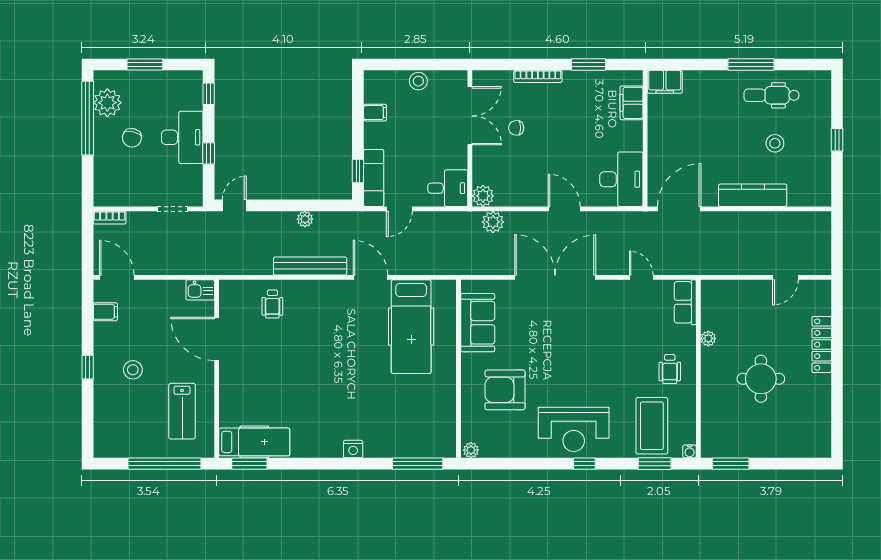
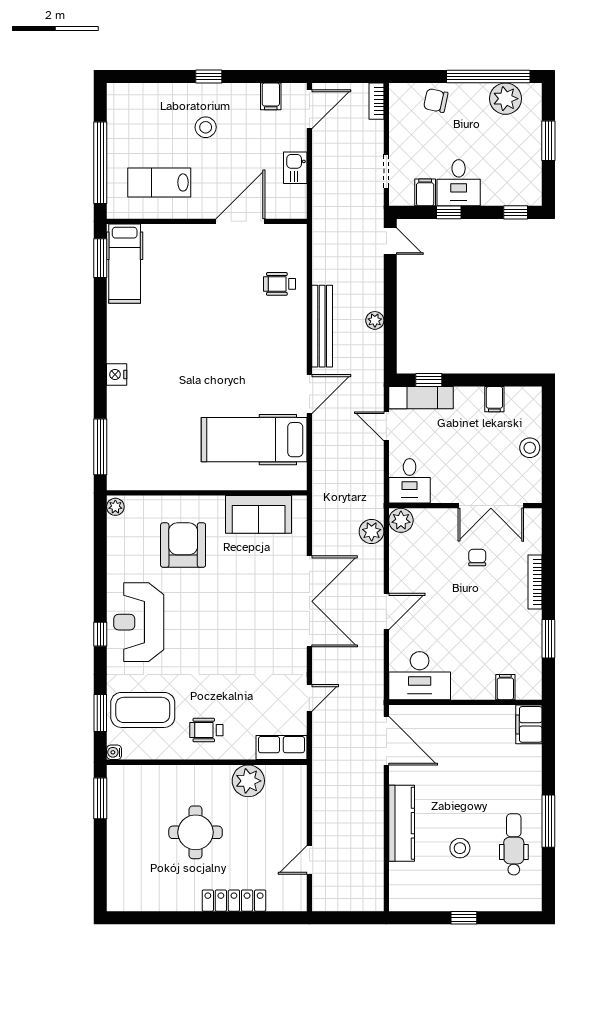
filing cabinet: (631, 103) -> (505, 687), width x0.50
desk: (182, 137) -> (459, 183), width x0.73
chair: (132, 138) -> (436, 100), moved
filing cabinet: (191, 174) -> (425, 192), added
door: (785, 277) -> (309, 860), hinge flipped
kitchen sink: (200, 290) -> (295, 168), moved
plant: (708, 338) -> (248, 781), width x1.88, depth x1.88

